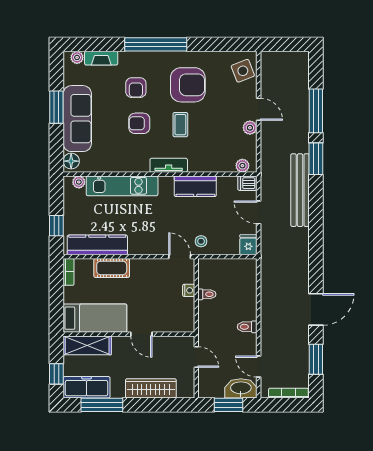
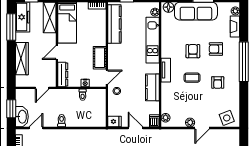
armchair: (188, 85) -> (218, 82), width x0.53, depth x0.53
door: (259, 212) -> (135, 128), hinge flipped
cot: (112, 268) -> (100, 58), moved
dresser: (175, 325) -> (63, 74), added

